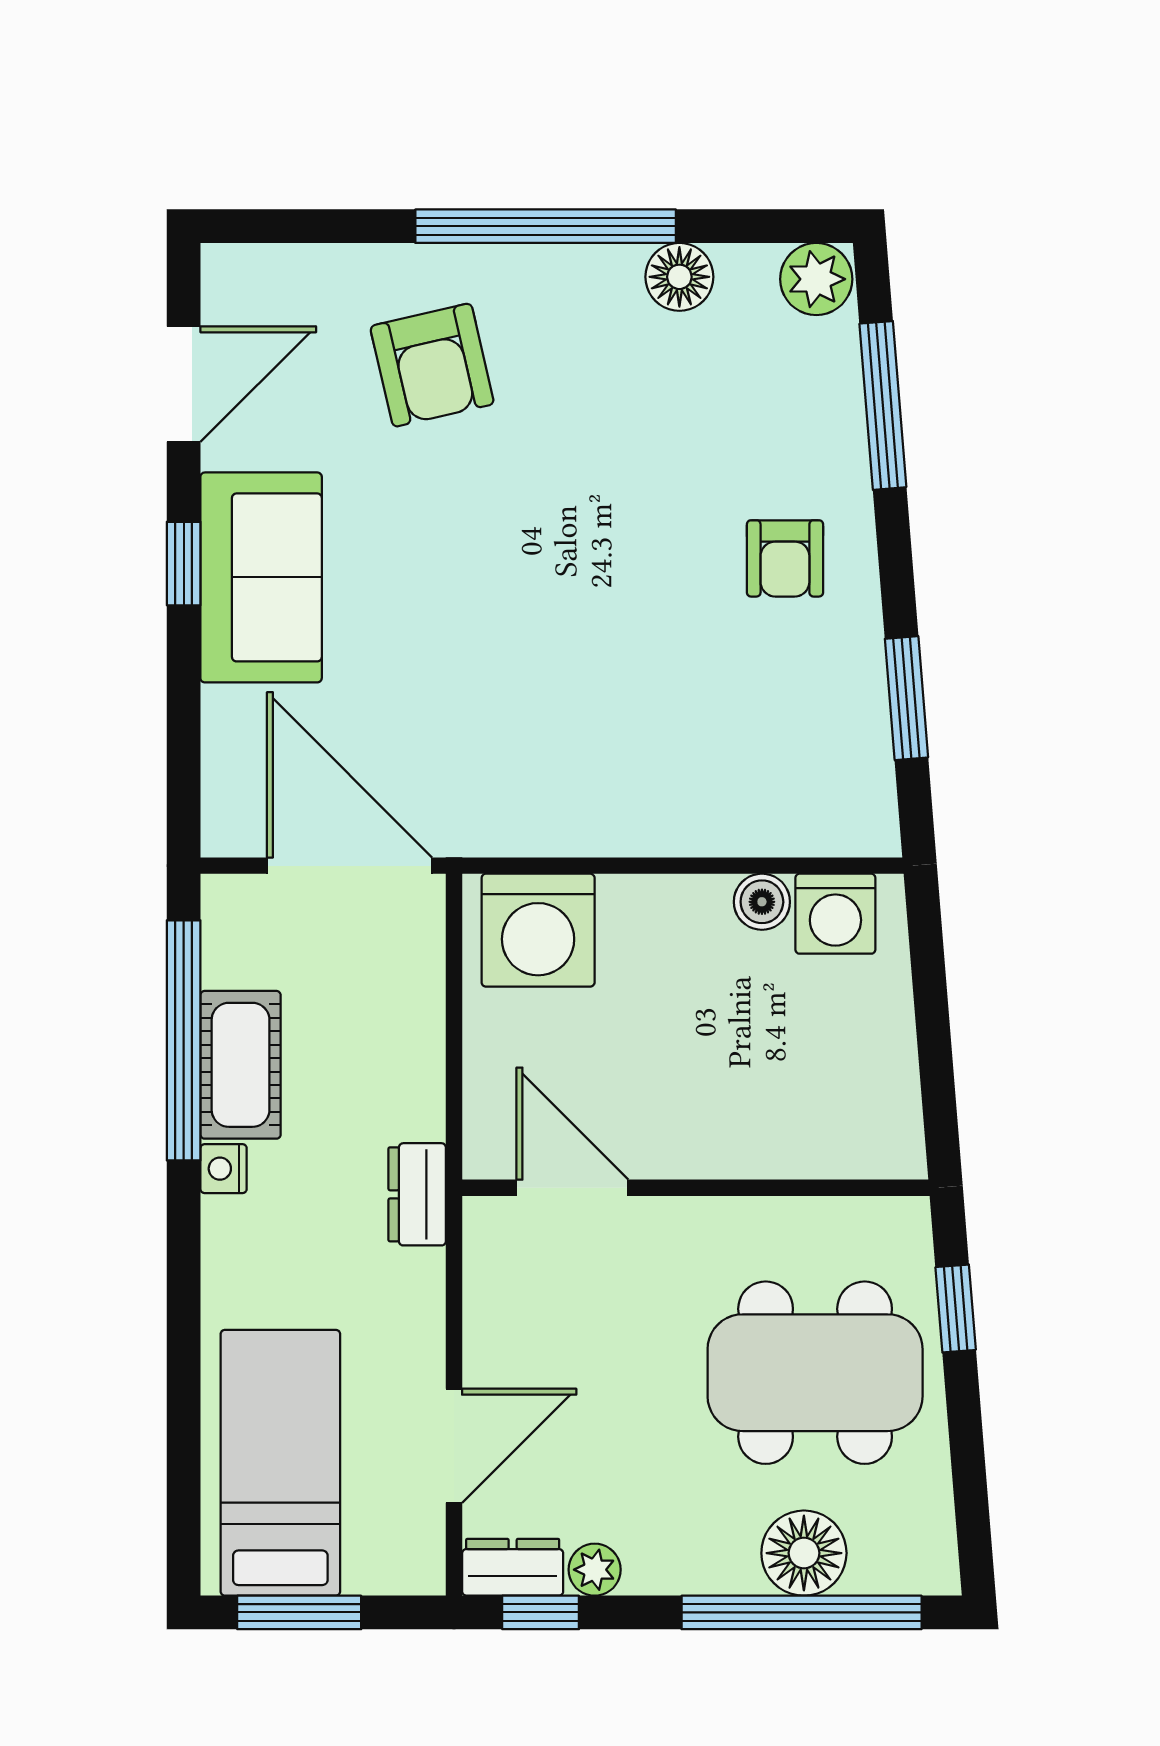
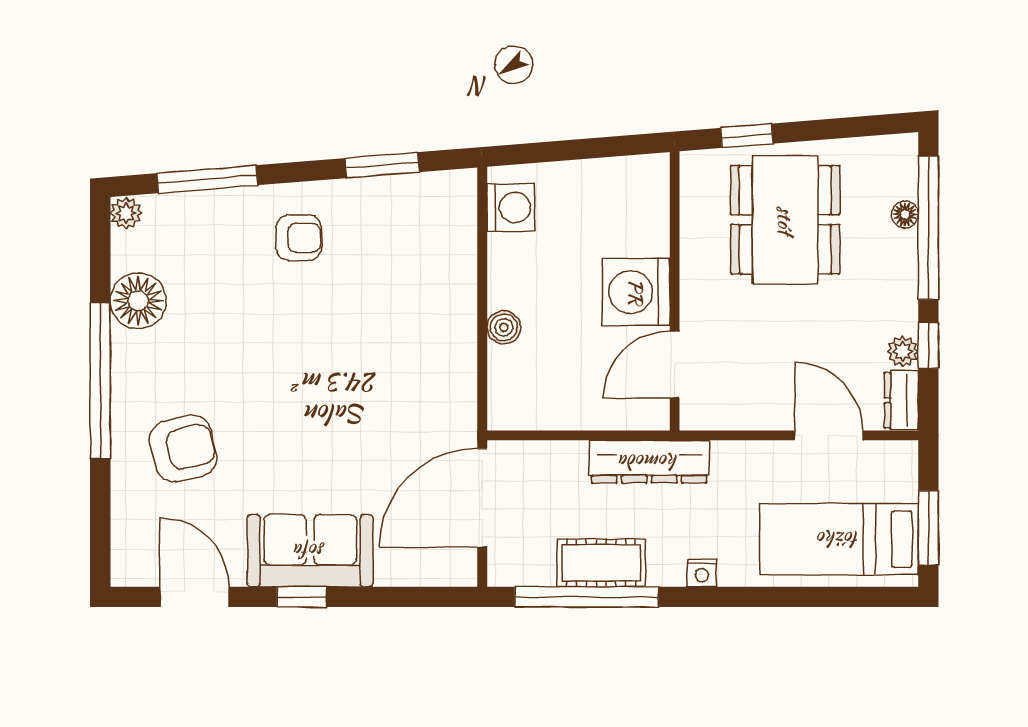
floor lamp: (679, 277) -> (138, 301), width x1.38, depth x1.38
plant: (816, 279) -> (126, 213), width x0.73, depth x0.73
boiler: (762, 902) -> (504, 327), moved
washing machine: (538, 930) -> (636, 292), moved, turned 180
nightstand: (224, 1169) -> (702, 573), moved
dresser: (417, 1194) -> (649, 462), width x1.96, depth x1.24
floor lamp: (804, 1553) -> (905, 214), width x0.53, depth x0.53
window: (541, 1612) -> (928, 345), moved

